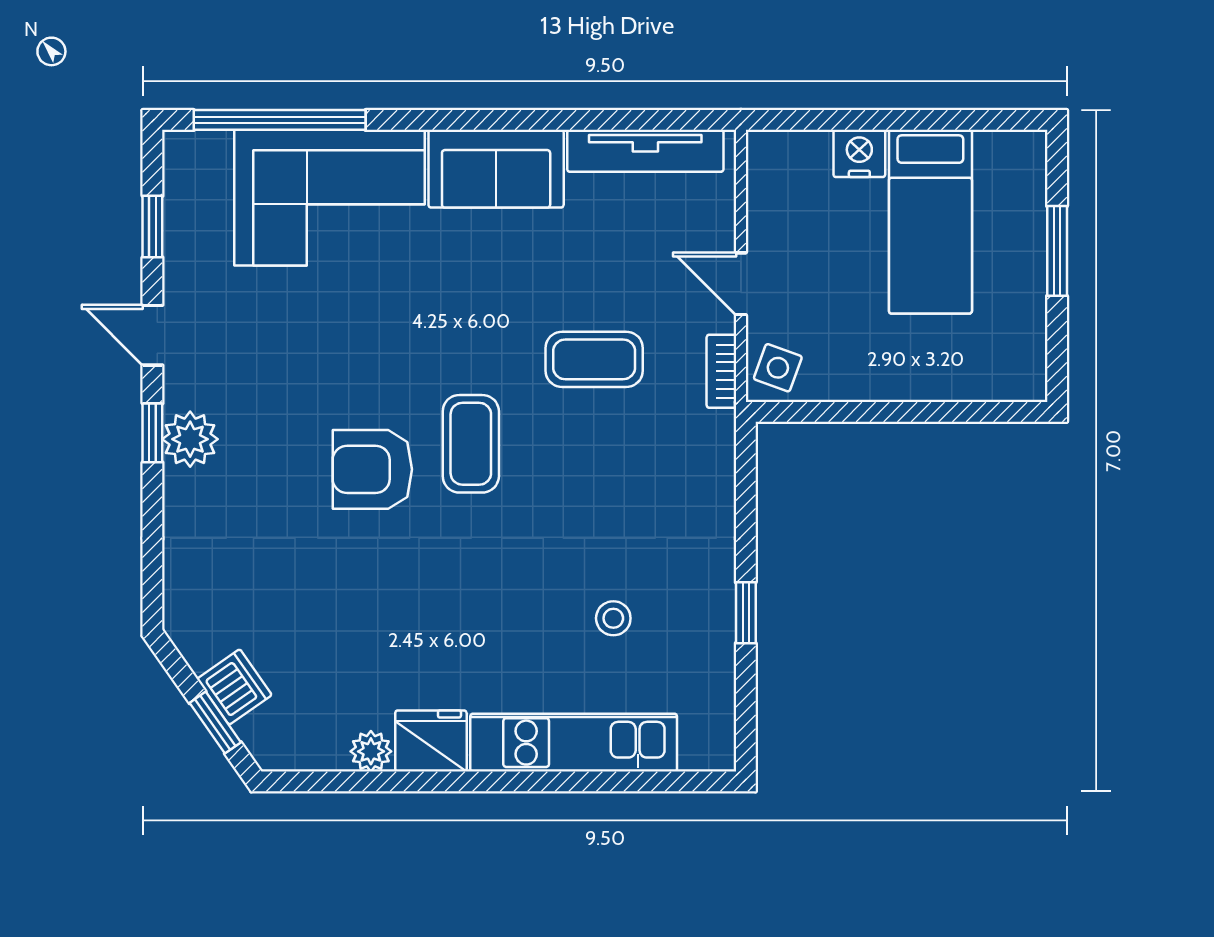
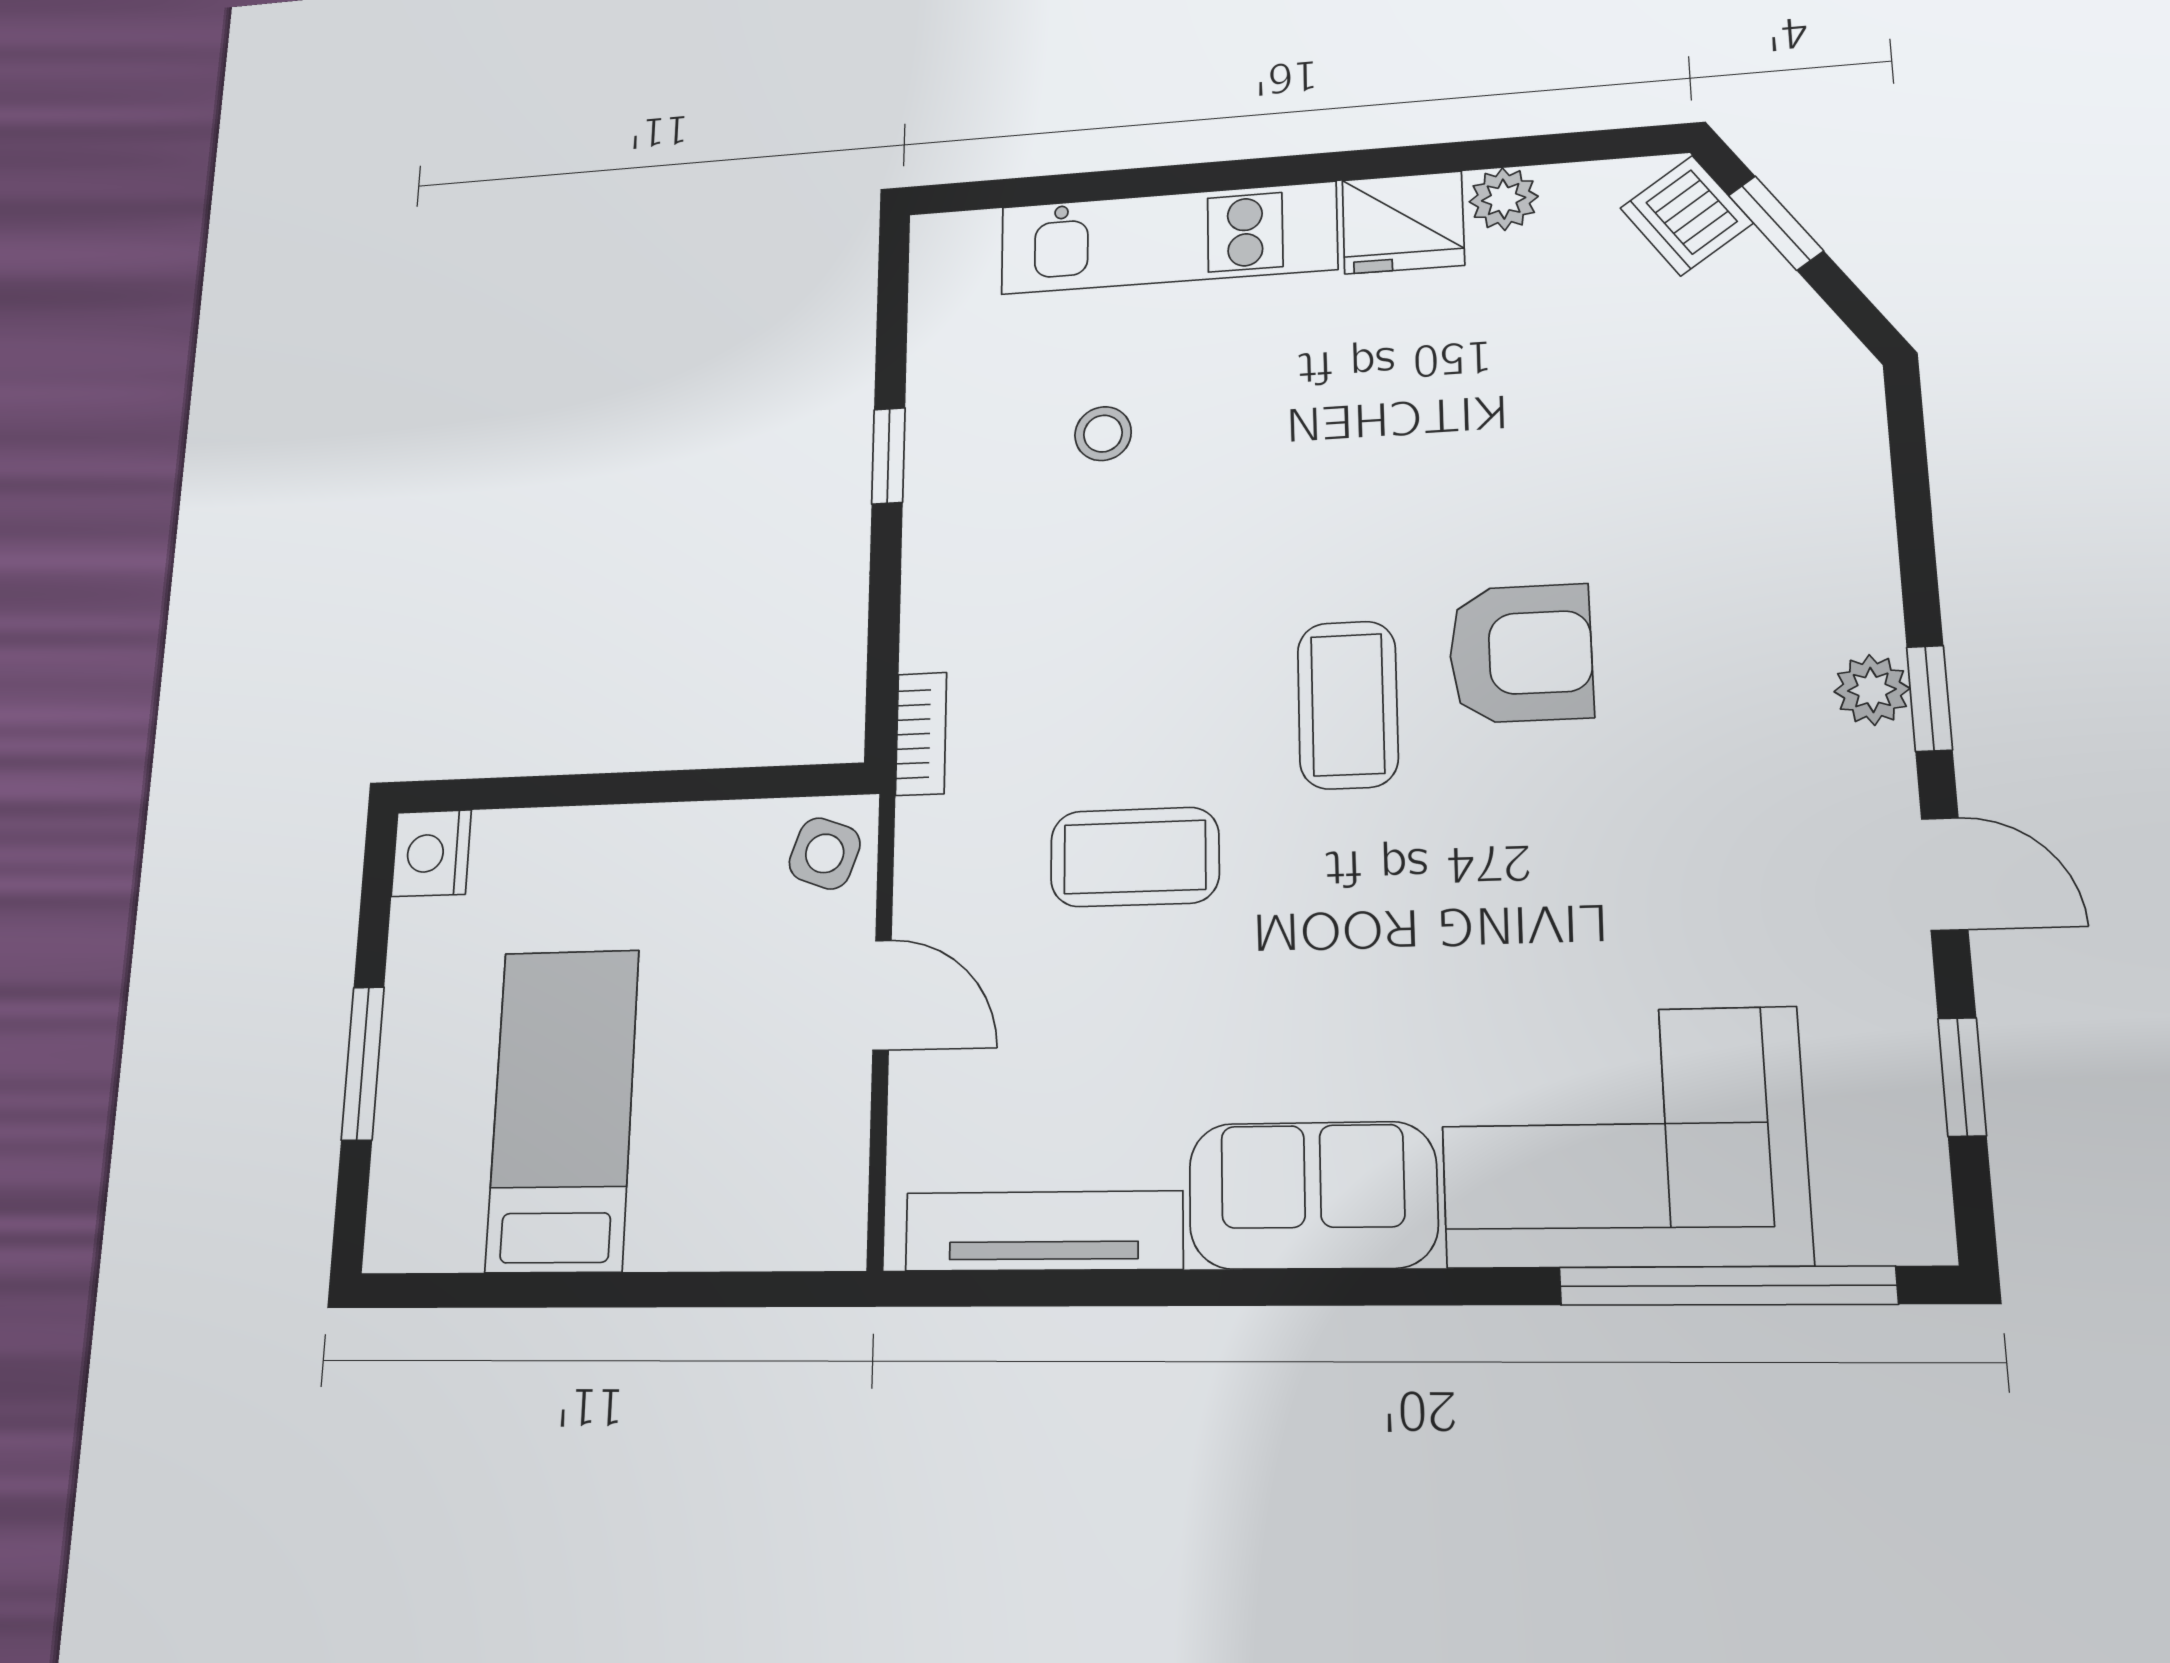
nightstand: (859, 153) -> (431, 853), moved, turned 90
bookcase: (721, 371) -> (921, 734), moved
plant: (190, 439) -> (1872, 690), width x0.73, depth x0.73
dishwasher: (234, 687) -> (1687, 216), moved

